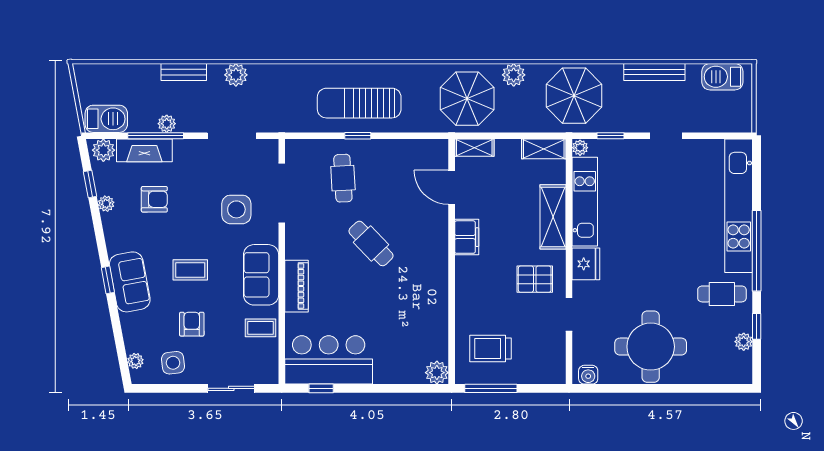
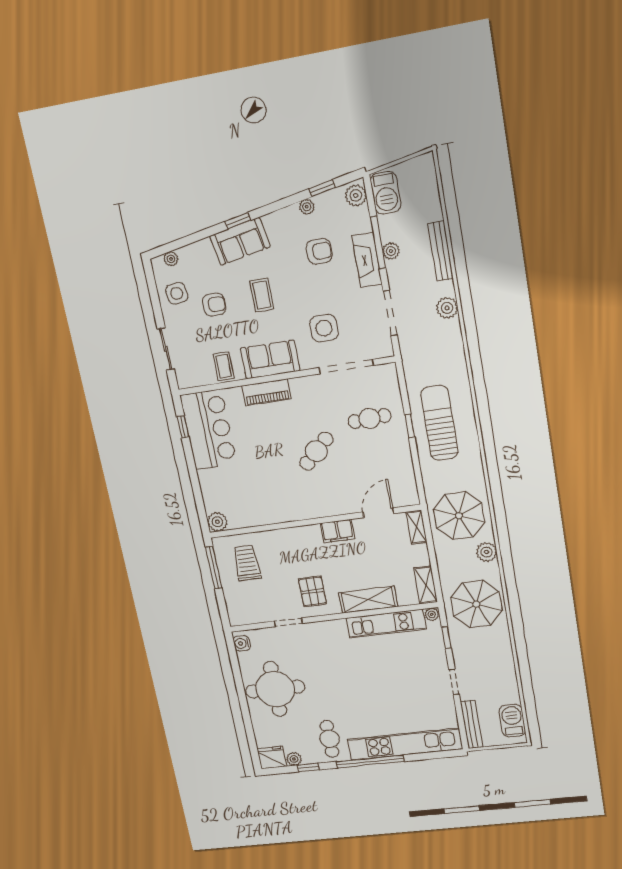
bench: (184, 72) -> (441, 251), width x1.36
bench: (654, 72) -> (472, 724), moved
fireplace: (144, 150) -> (367, 260), moved
armchair: (154, 199) -> (319, 251), turned -90
fridge: (586, 264) -> (272, 758), moved, turned 180

